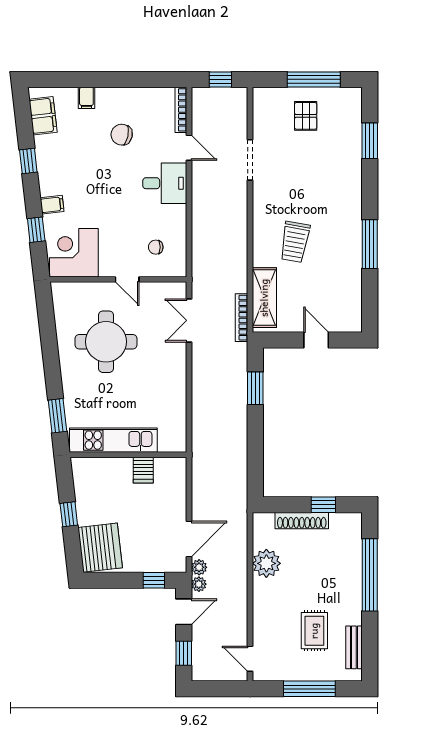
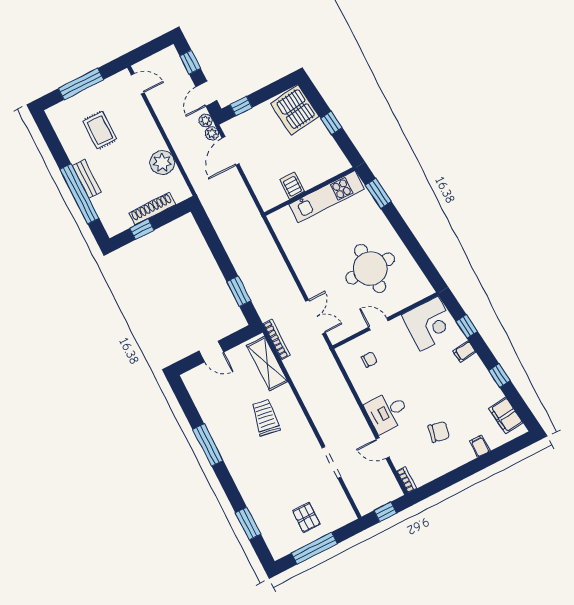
bookcase: (181, 110) -> (407, 480), width x0.64
bench: (354, 647) -> (87, 179), moved

